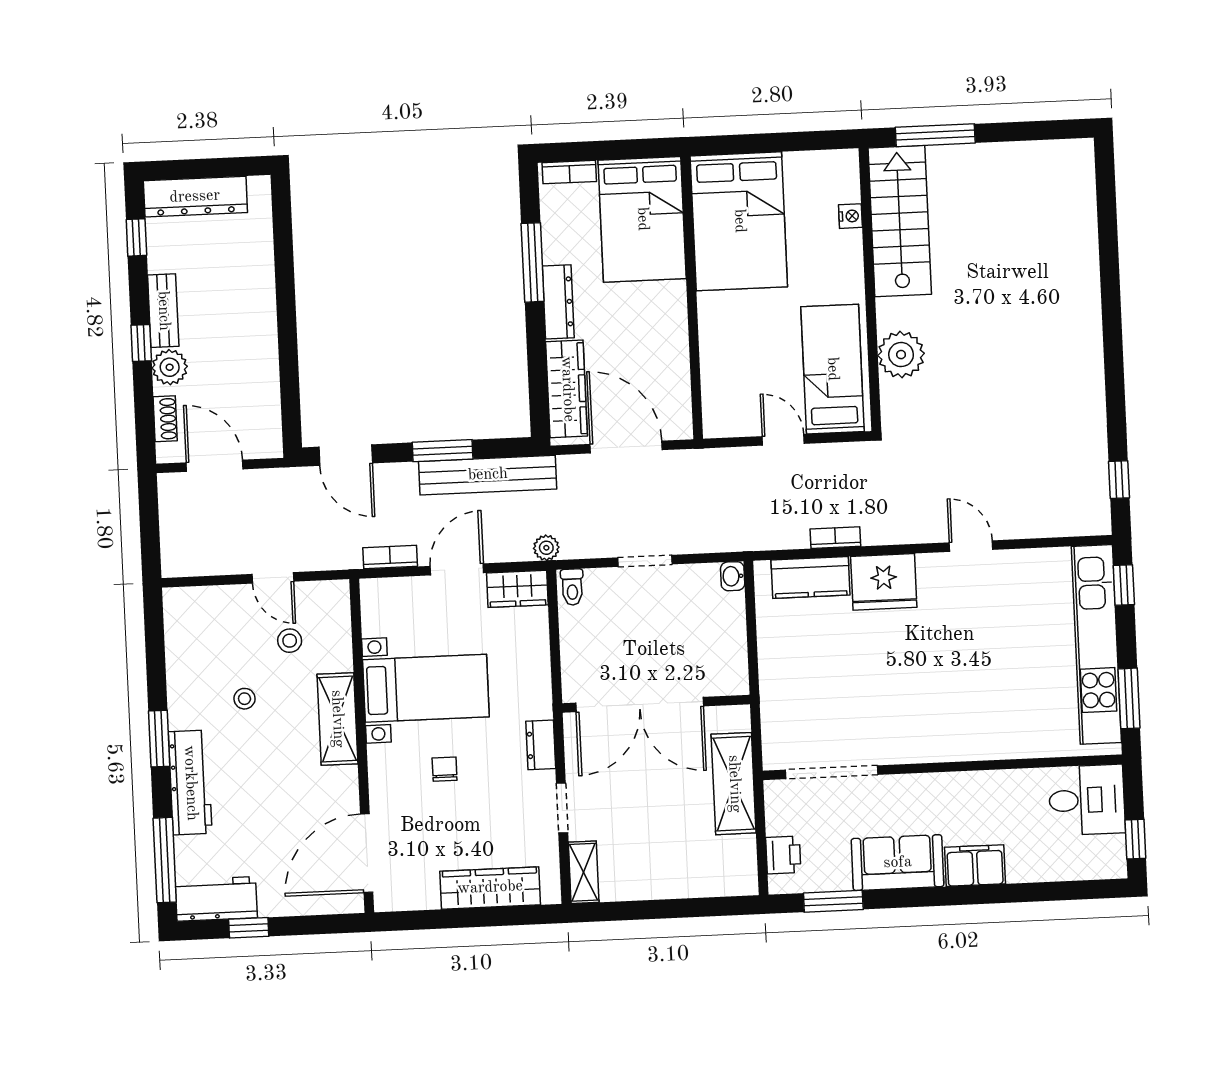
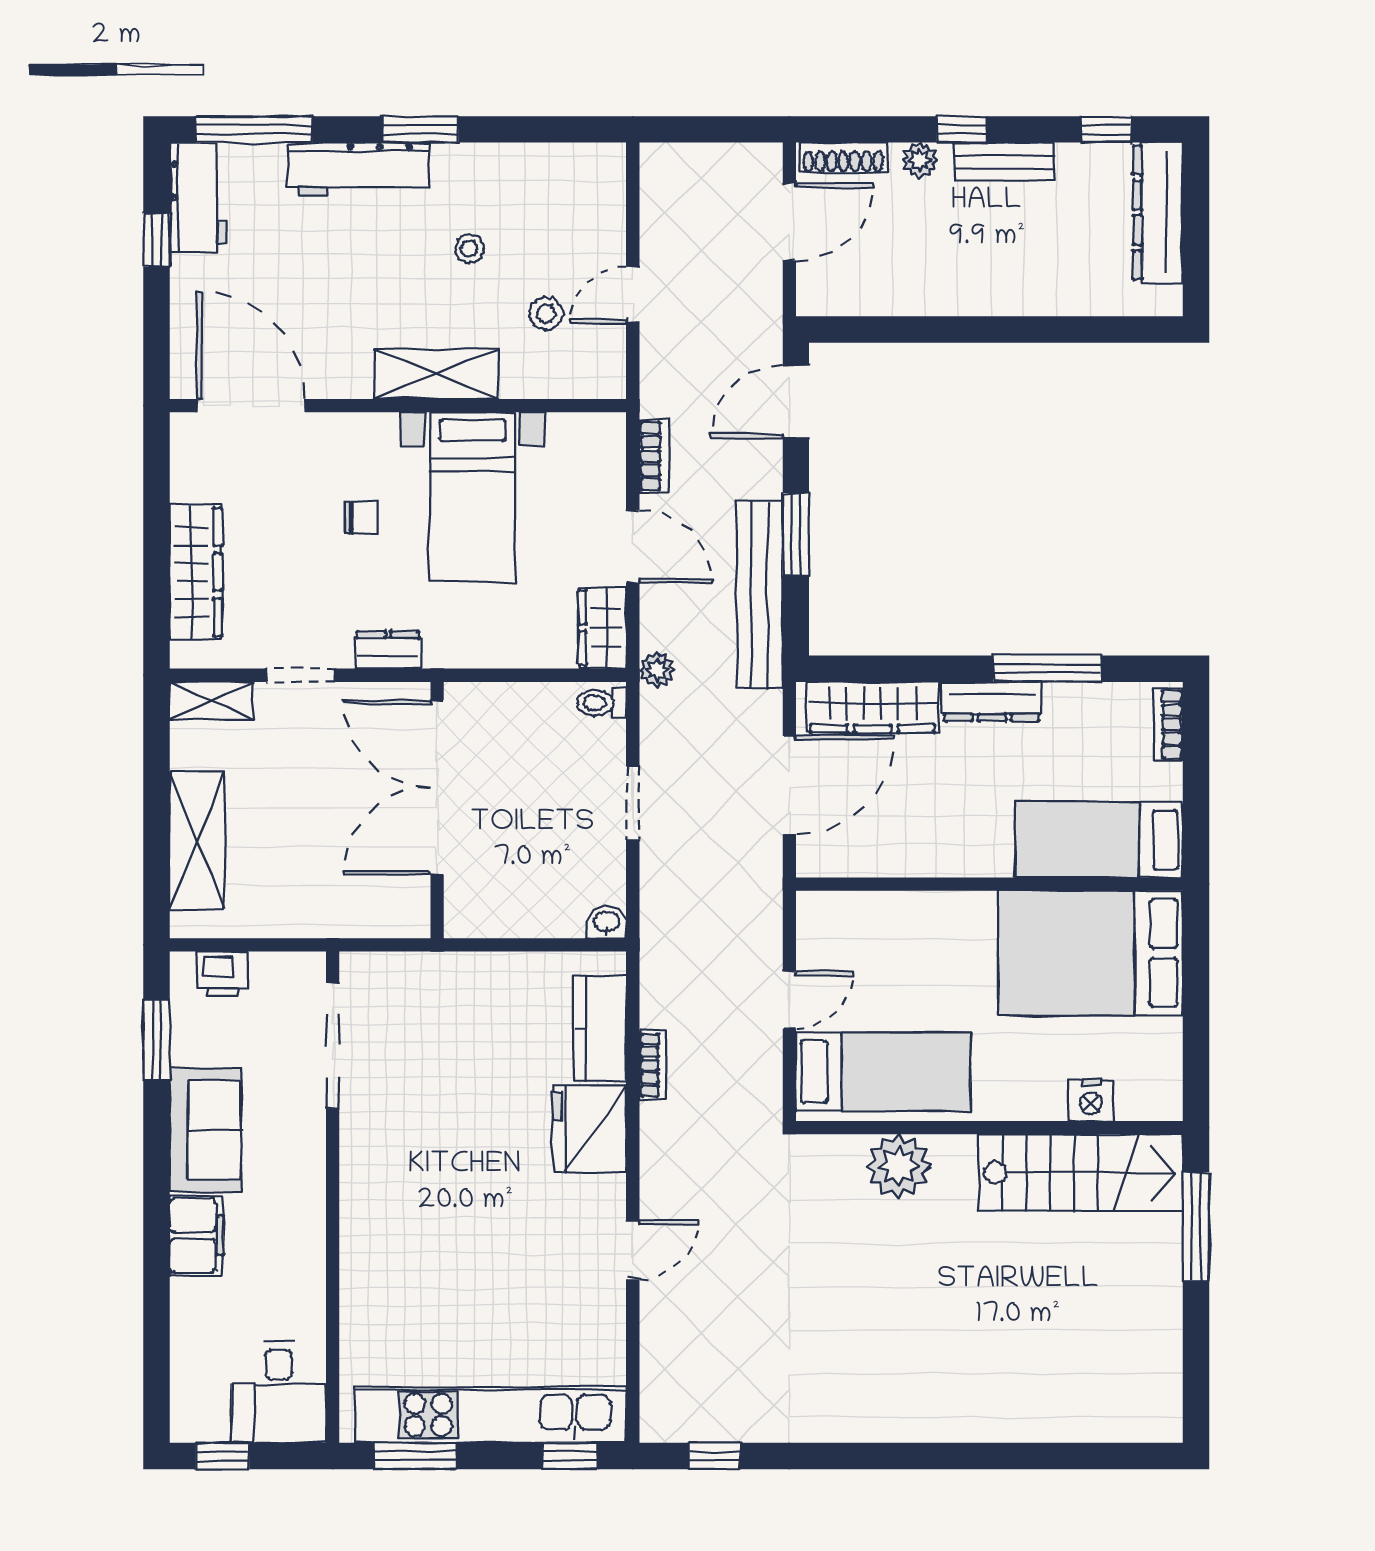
nightstand: (850, 216) -> (1091, 1100), width x1.39, depth x1.35
bed: (642, 219) -> (1099, 840), width x0.67
plant: (170, 367) -> (920, 160), width x0.73, depth x0.73
shoe rack: (165, 419) -> (843, 157), width x1.43
shelving: (734, 784) -> (197, 841), moved, turned 90

